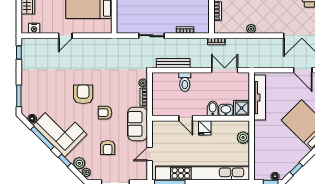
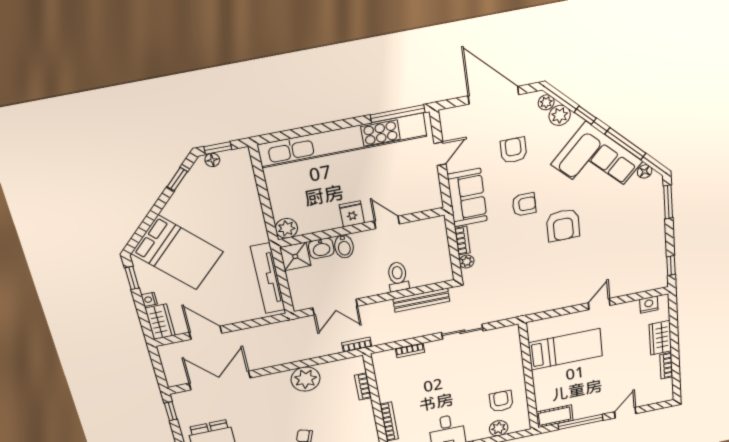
plant: (251, 29) -> (306, 379), width x1.88, depth x1.88
plant: (243, 138) -> (286, 228), moved

